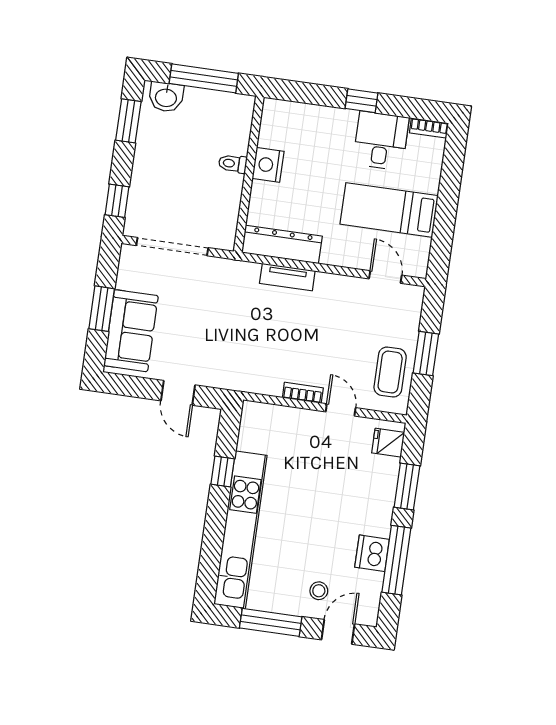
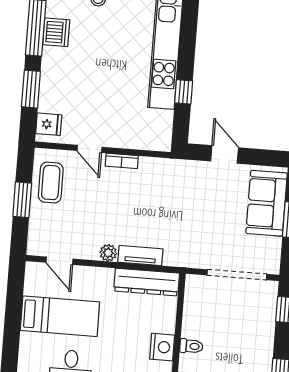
plant: (326, 283) -> (108, 253), added

